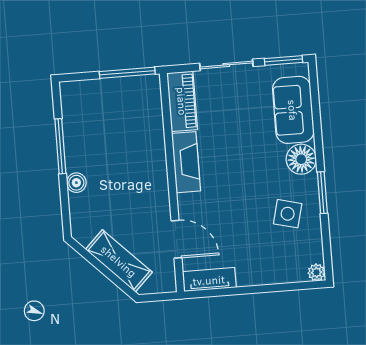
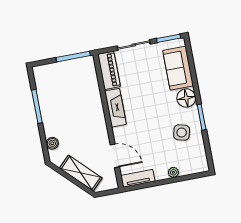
boiler: (76, 183) -> (52, 143), moved
plant: (316, 272) -> (173, 172), moved

